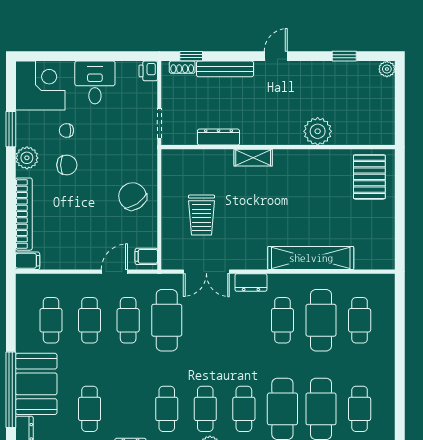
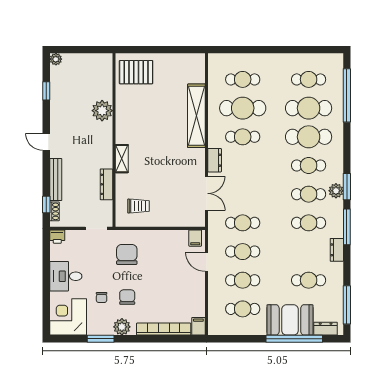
chair: (133, 196) -> (127, 254), moved, turned 124
trolley: (202, 215) -> (139, 206), moved, width x0.73, depth x0.72
cafe table: (167, 320) -> (243, 223), width x0.73, depth x0.74

